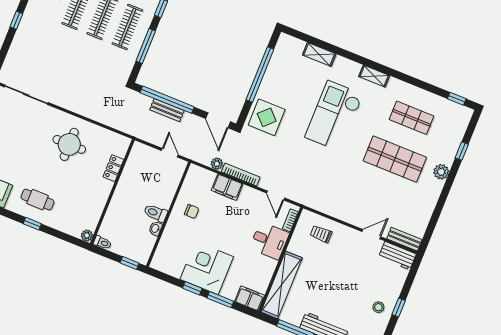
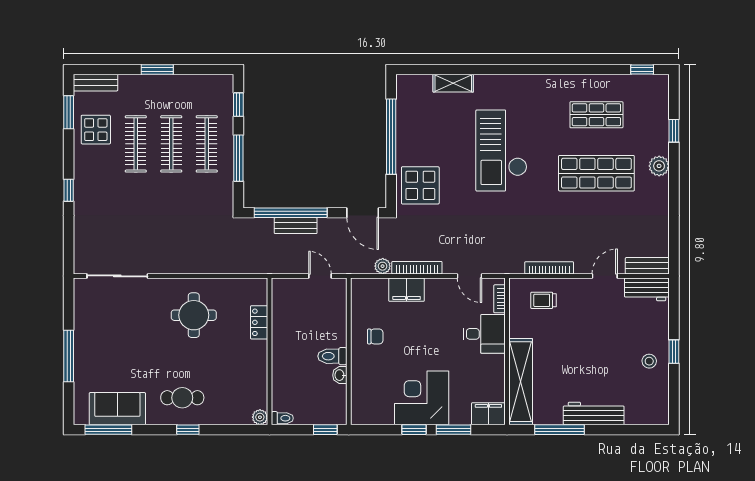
shelving: (374, 76) -> (531, 83), removed
bookcase: (334, 212) -> (549, 268), added

